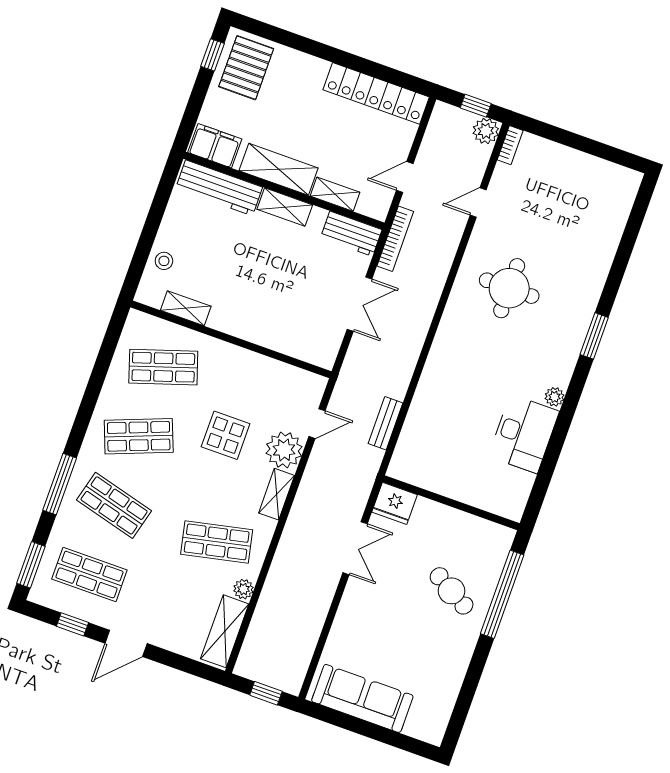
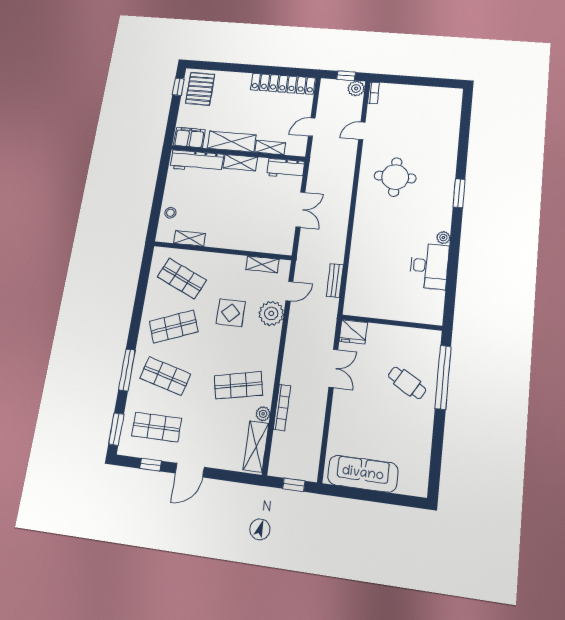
bookcase: (395, 239) -> (282, 407), moved
shop shelf: (163, 367) -> (182, 278), turned 42
shelving: (277, 494) -> (262, 264), moved, turned 90

